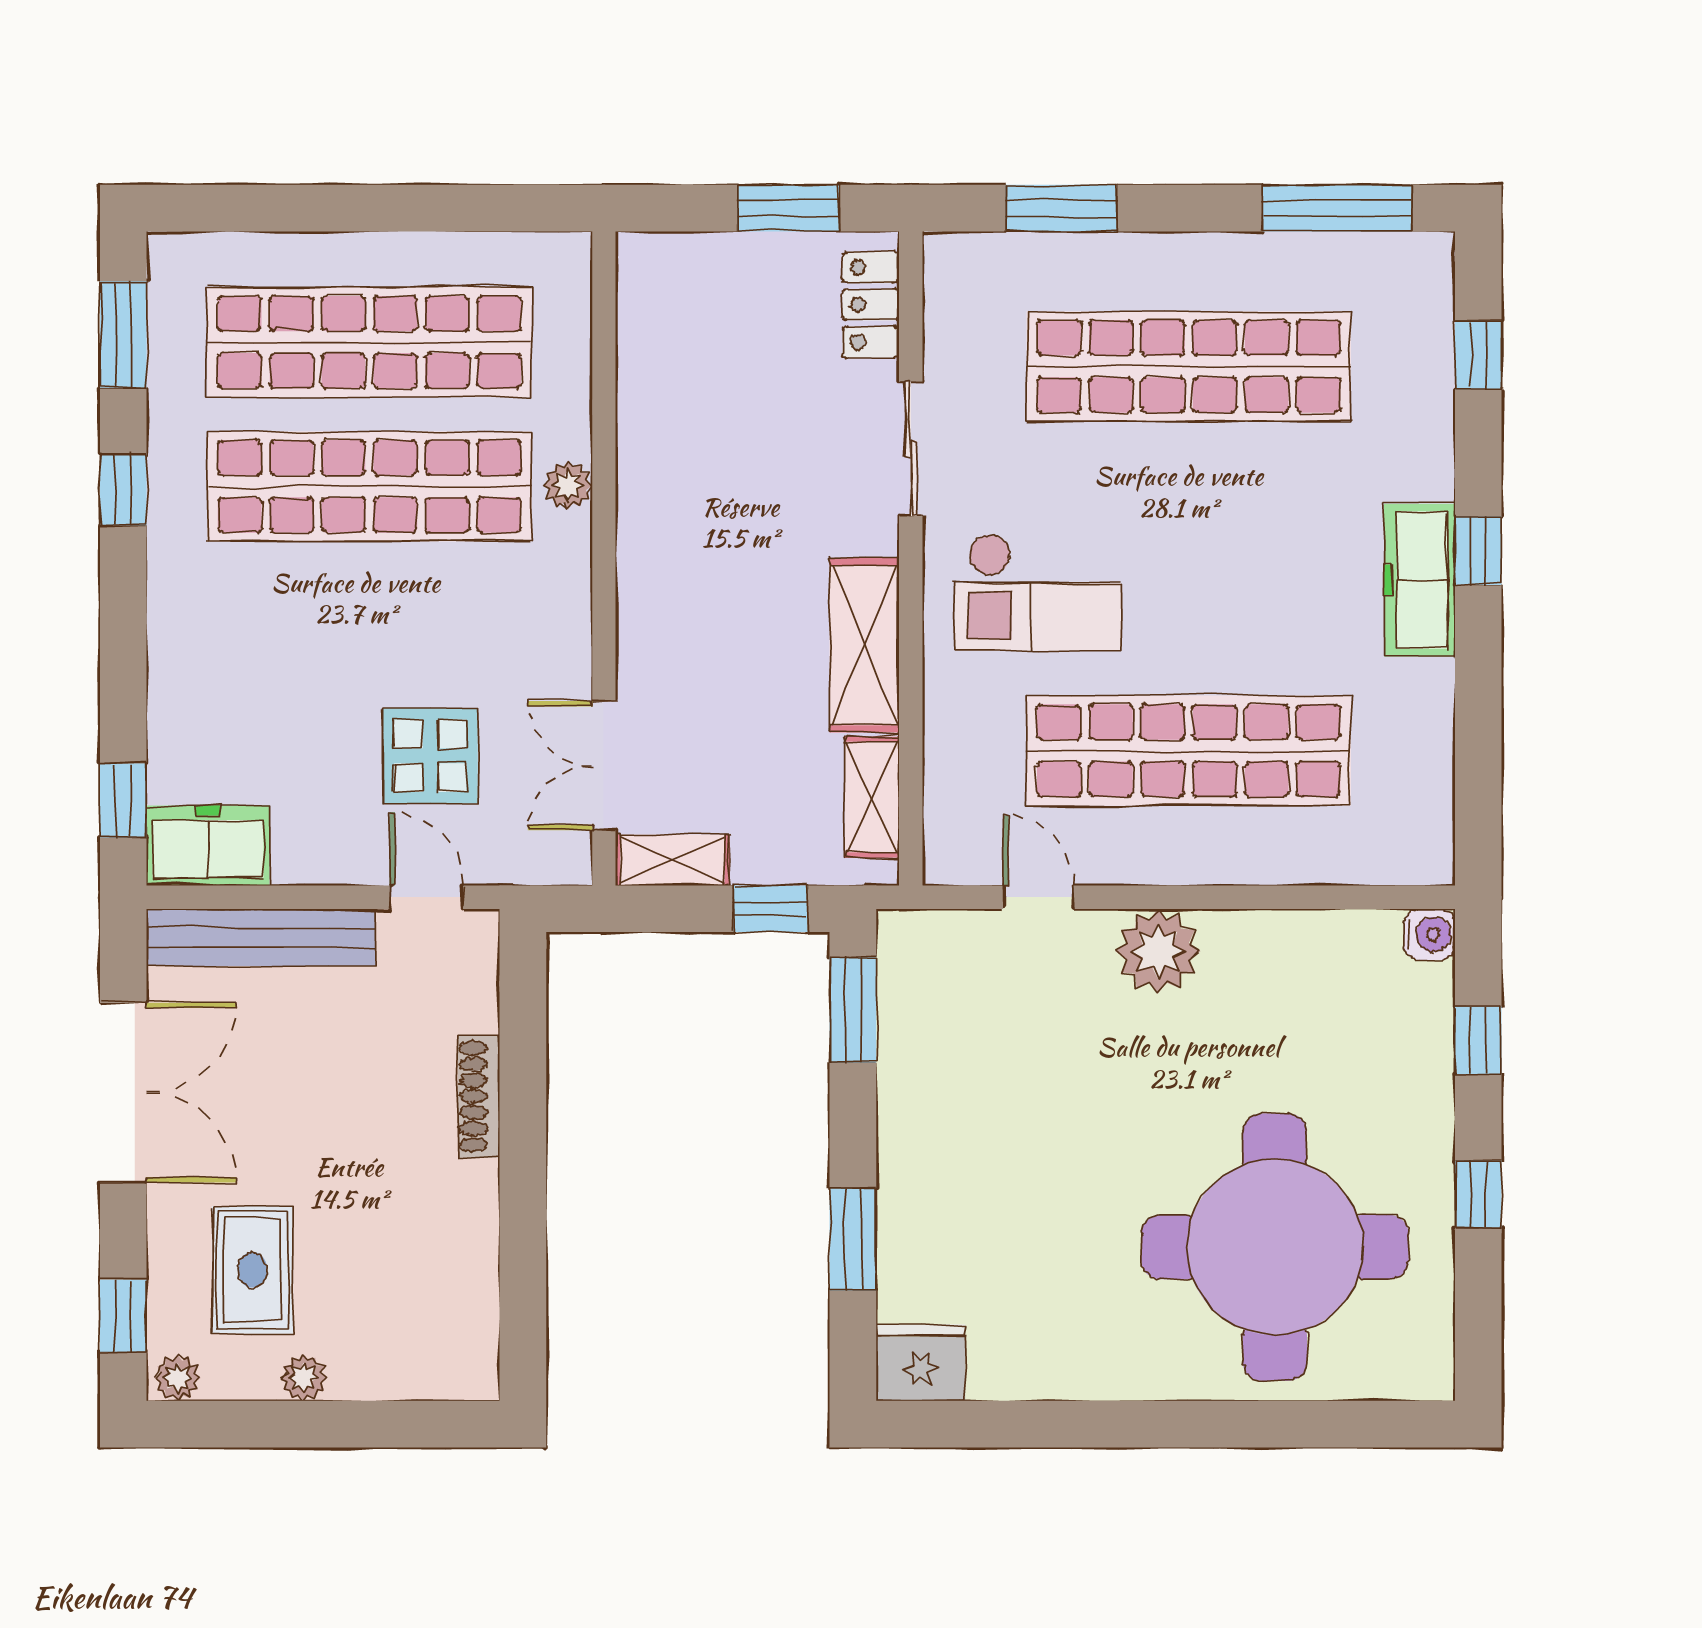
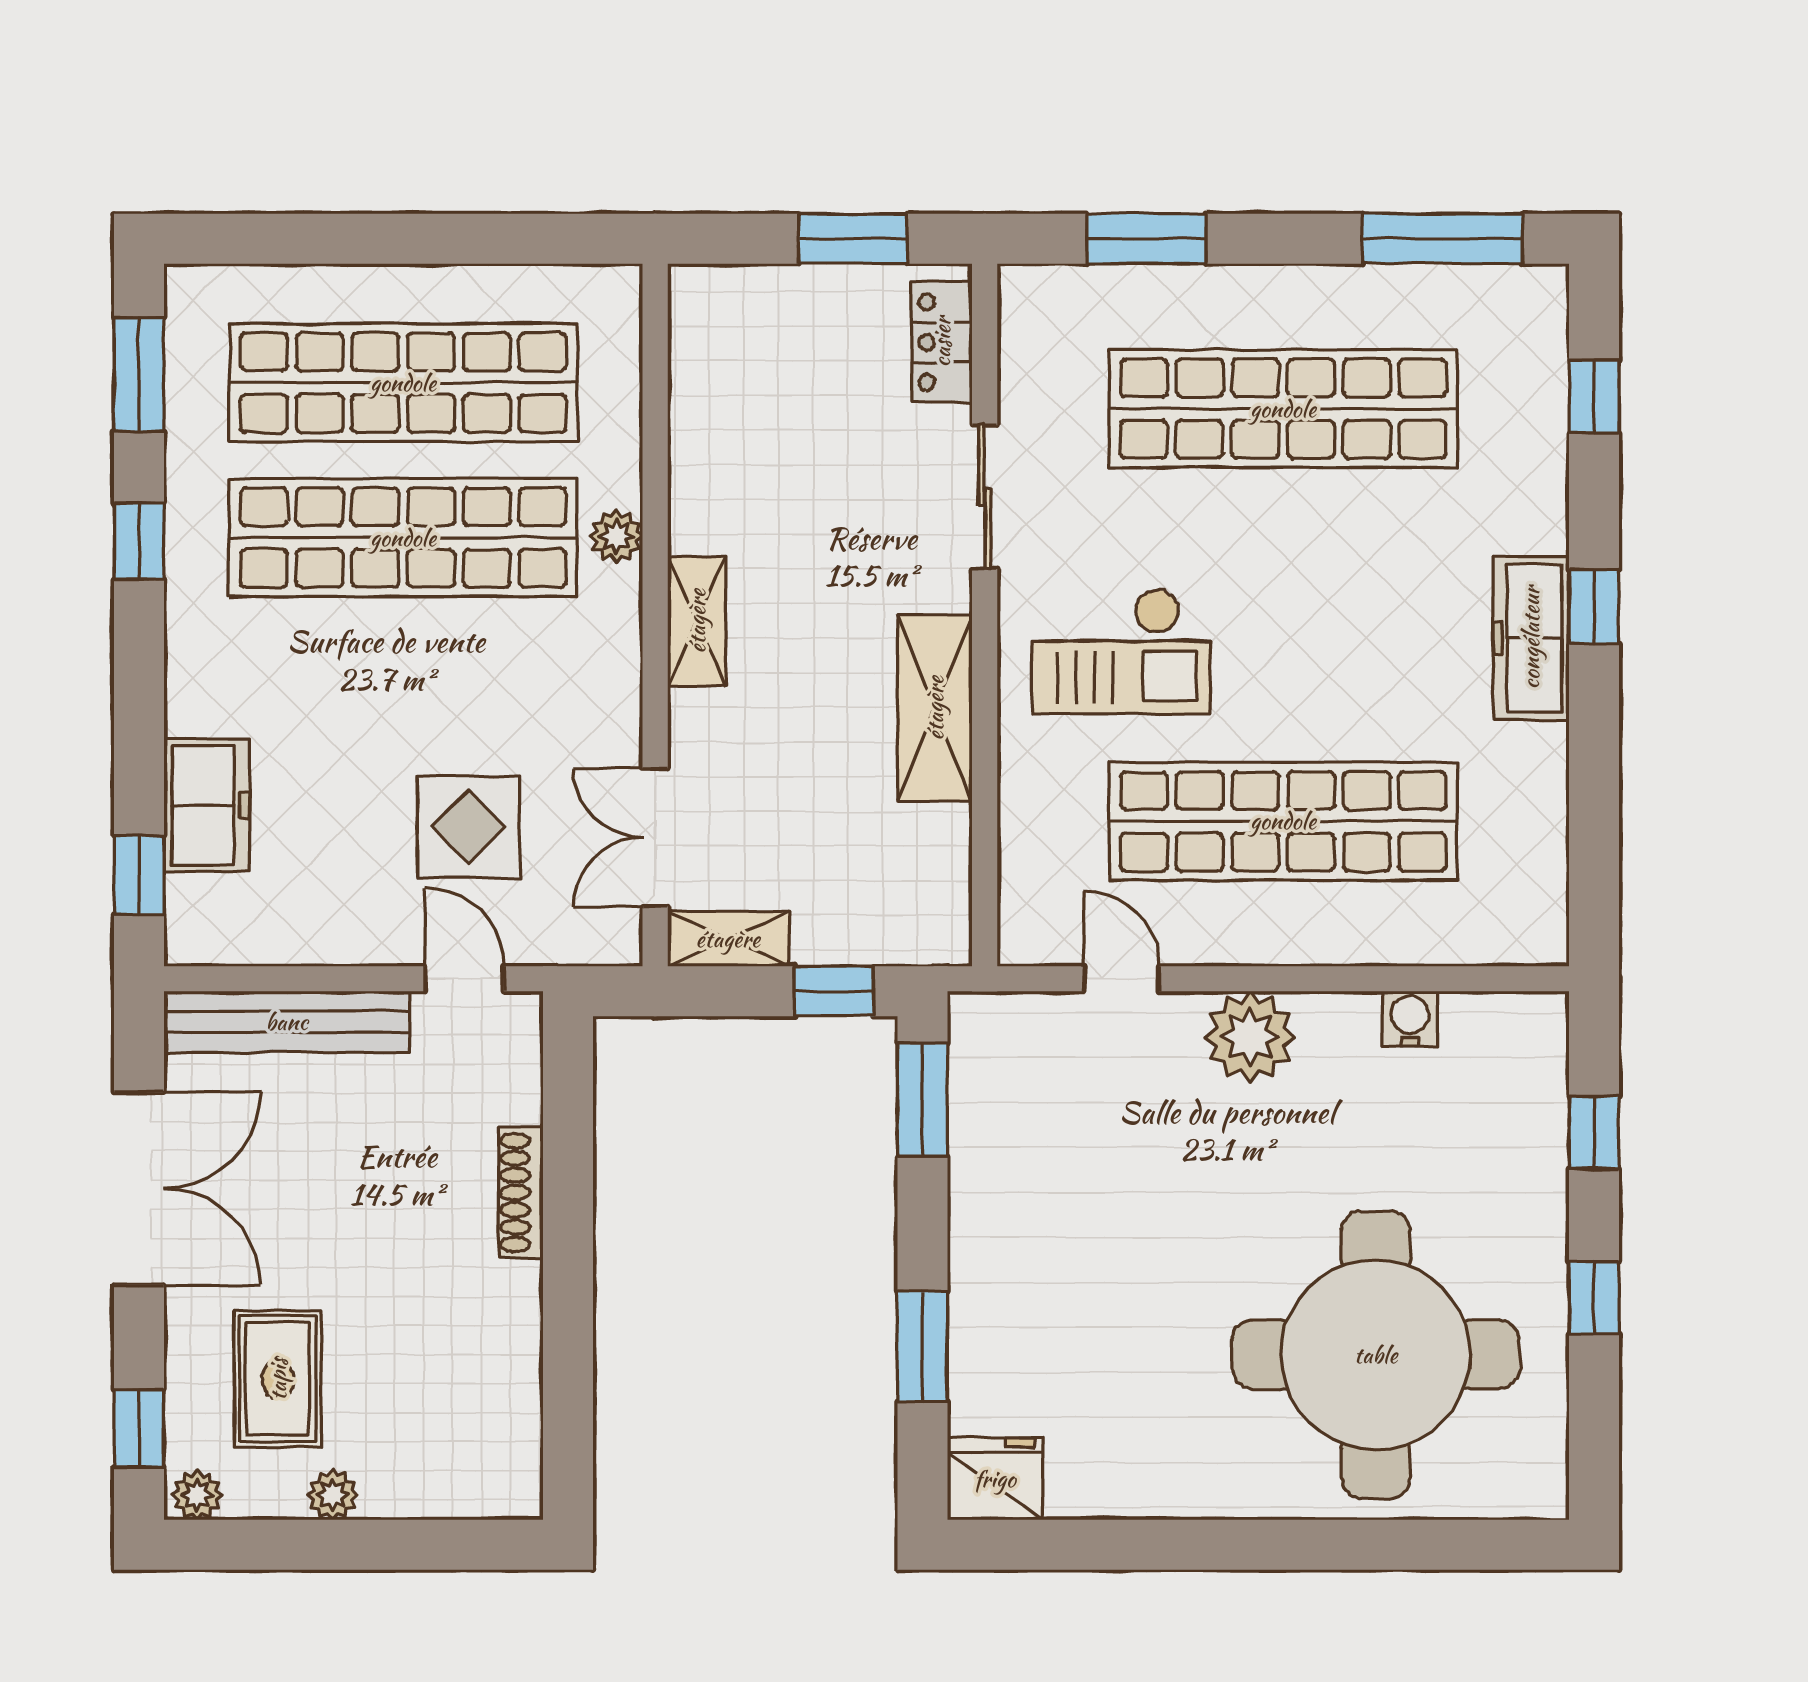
shelving: (872, 797) -> (697, 621), moved
freezer: (208, 846) -> (207, 805), moved, turned 90
water cooler: (1429, 934) -> (1410, 1019), moved, turned -90

